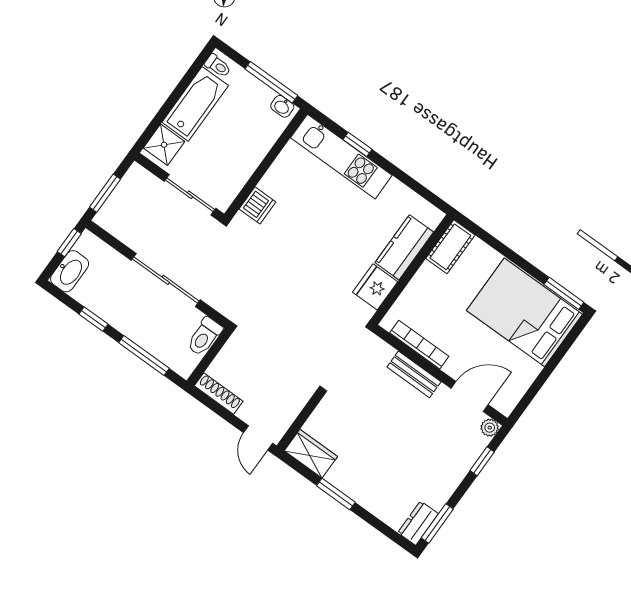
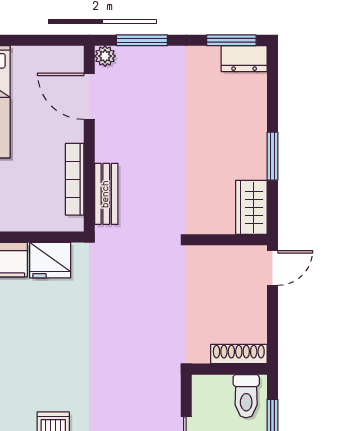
toilet: (204, 336) -> (246, 396), moved, turned 90
bench: (414, 374) -> (106, 194), moved
shoe rack: (219, 393) -> (239, 354), moved, turned 90
window: (482, 461) -> (142, 40), width x1.50

